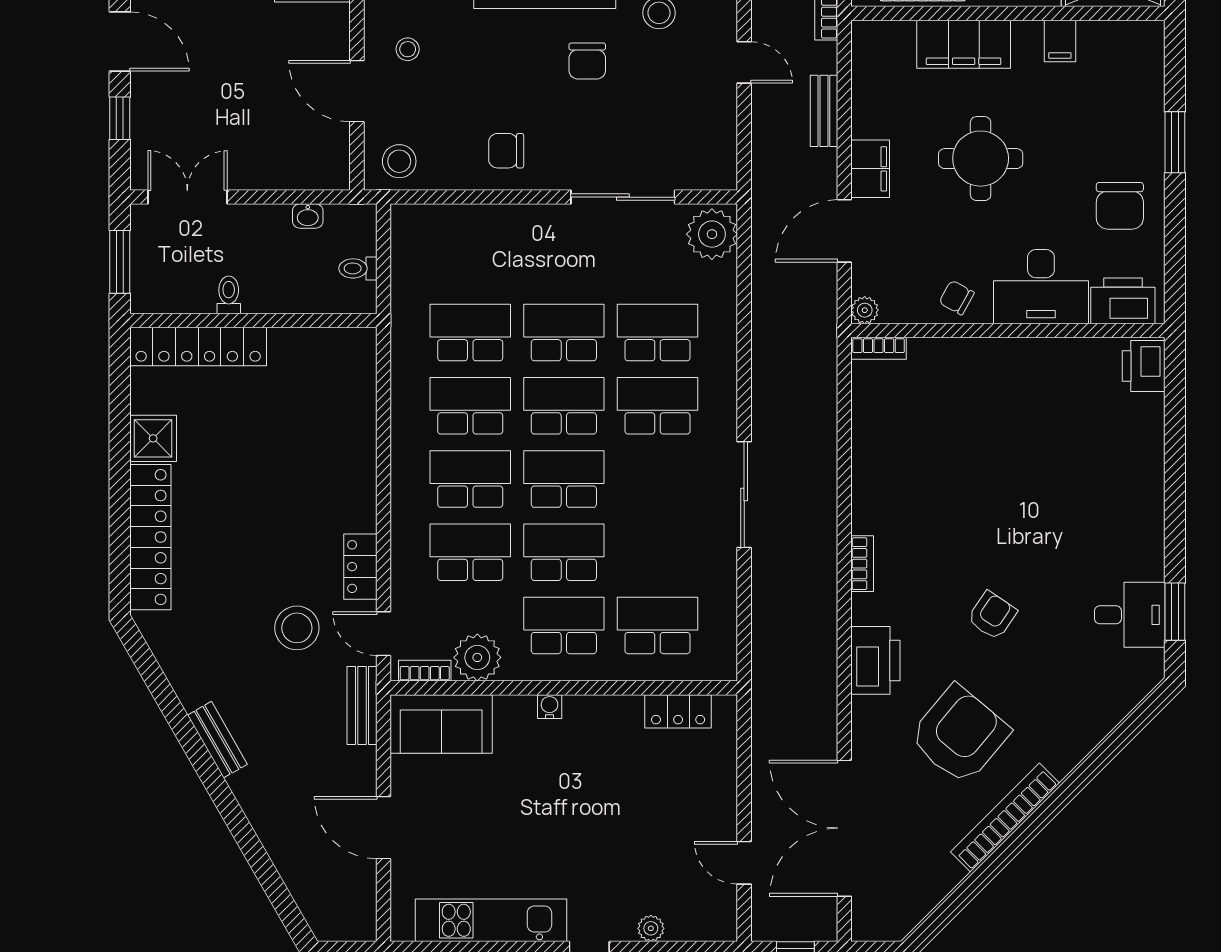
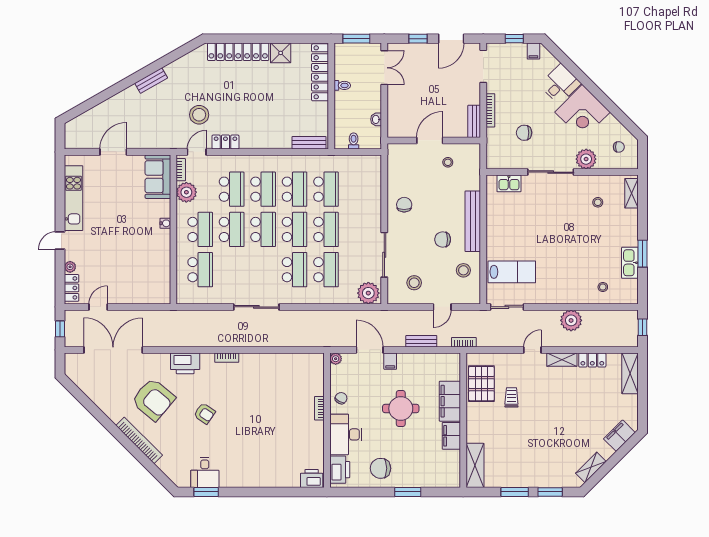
filing cabinet: (1060, 41) -> (451, 436), width x2.00
stool: (399, 161) -> (414, 283), moved
filing cabinet: (870, 169) -> (390, 361), width x0.50
bookcase: (879, 348) -> (319, 408), moved
bench: (362, 706) -> (309, 143), moved
locker: (678, 711) -> (72, 288), moved, turned 180
bookcase: (1005, 817) -> (139, 440), moved

